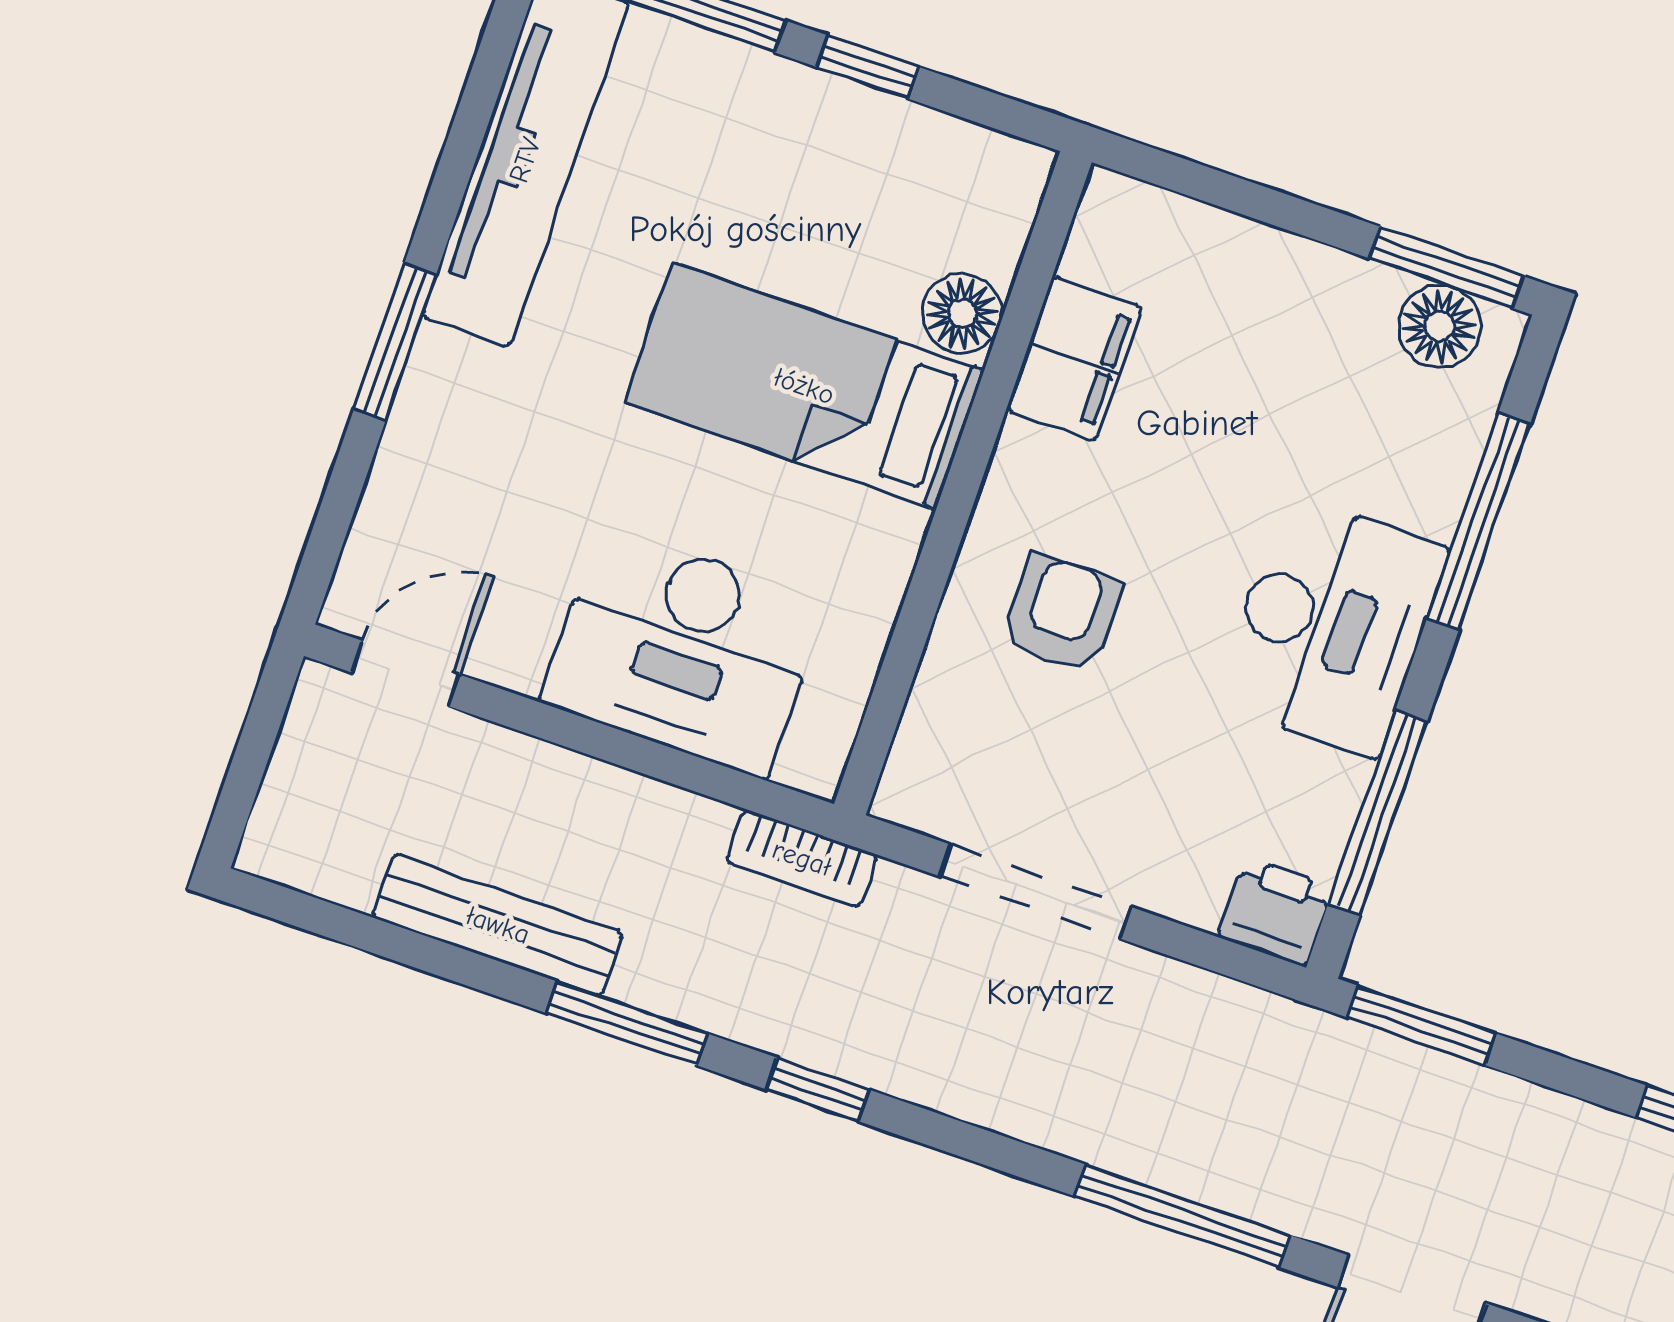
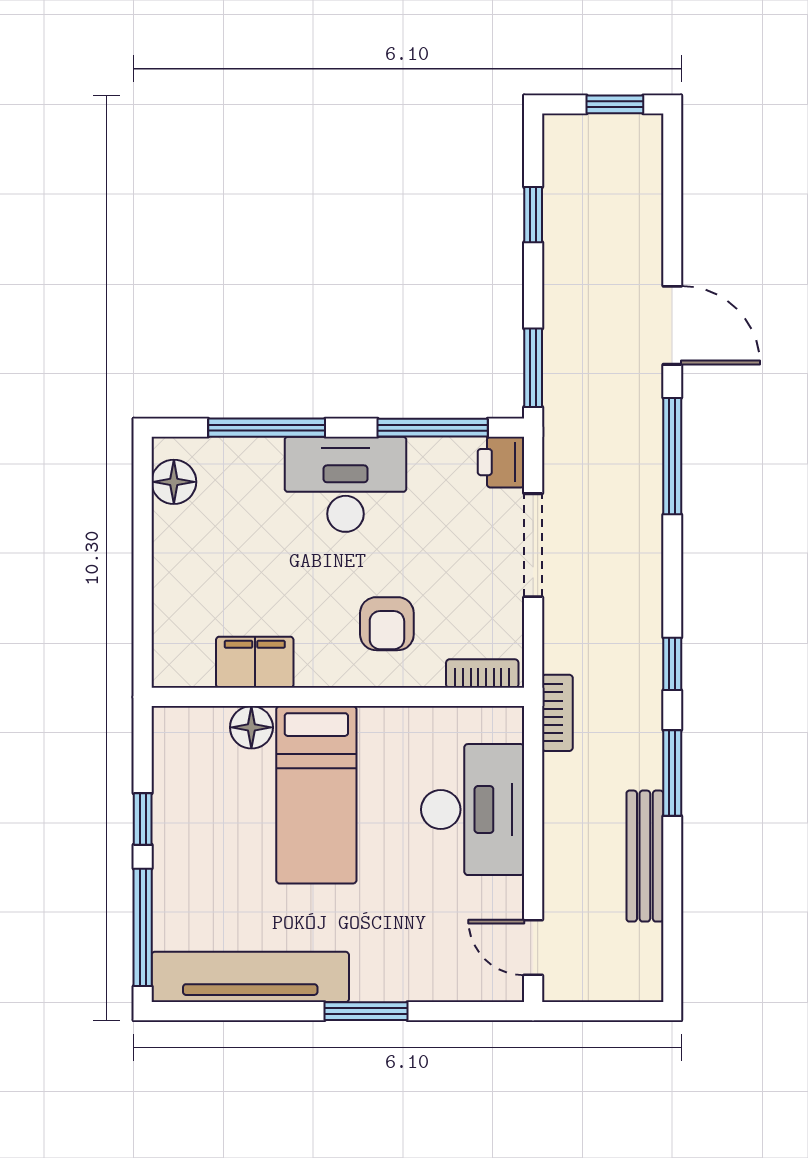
window: (1446, 267) -> (143, 489), removed
armchair: (1062, 614) -> (387, 624), turned -90
bookcase: (916, 751) -> (482, 674), added
doorway: (1036, 892) -> (533, 545), moved

